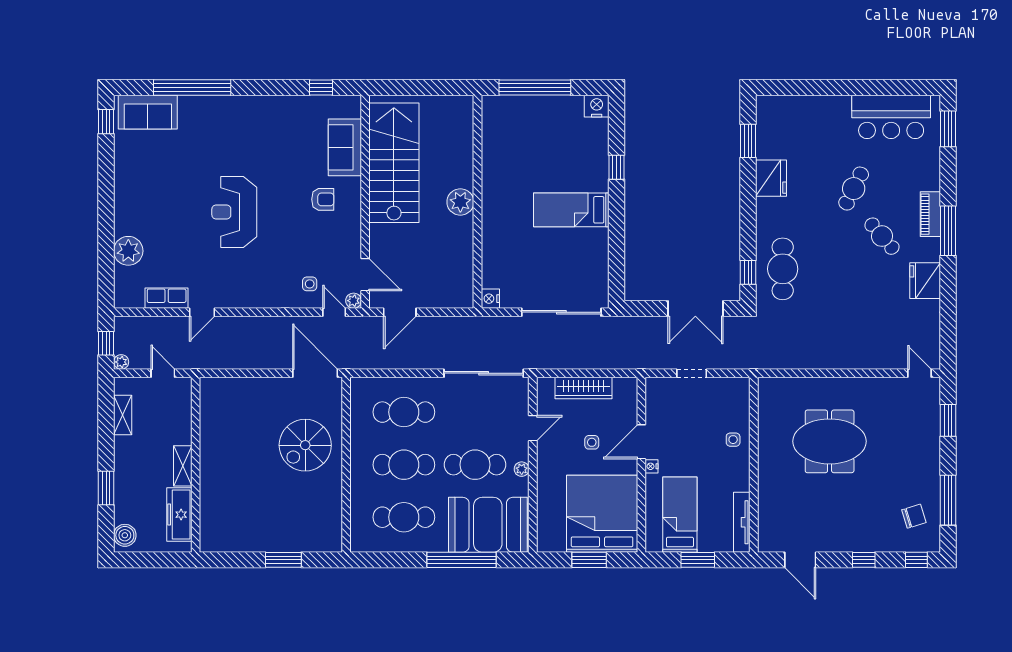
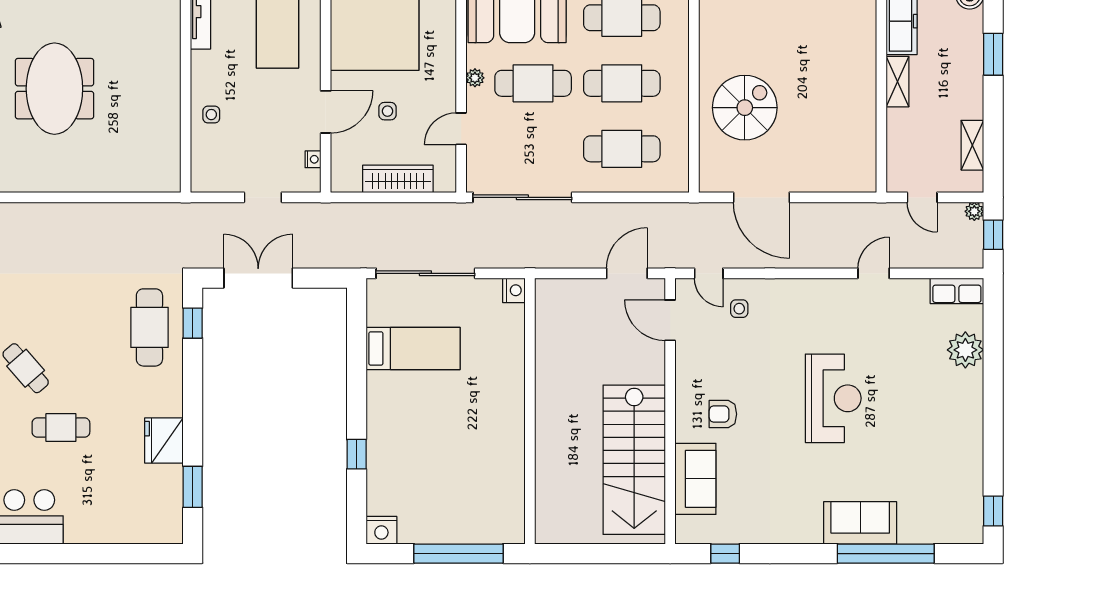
sofa: (148, 112) -> (860, 523), moved
cafe table: (854, 189) -> (61, 428), turned 64
plant: (460, 202) -> (551, 411), removed
bed: (571, 210) -> (413, 348), moved
row of seats: (167, 298) -> (957, 291), moved
plant: (354, 301) -> (684, 288), removed
door: (315, 373) -> (761, 197), moved
meeting table: (830, 441) -> (54, 89), moved, turned 90
nightstand: (652, 466) -> (313, 159), moved

